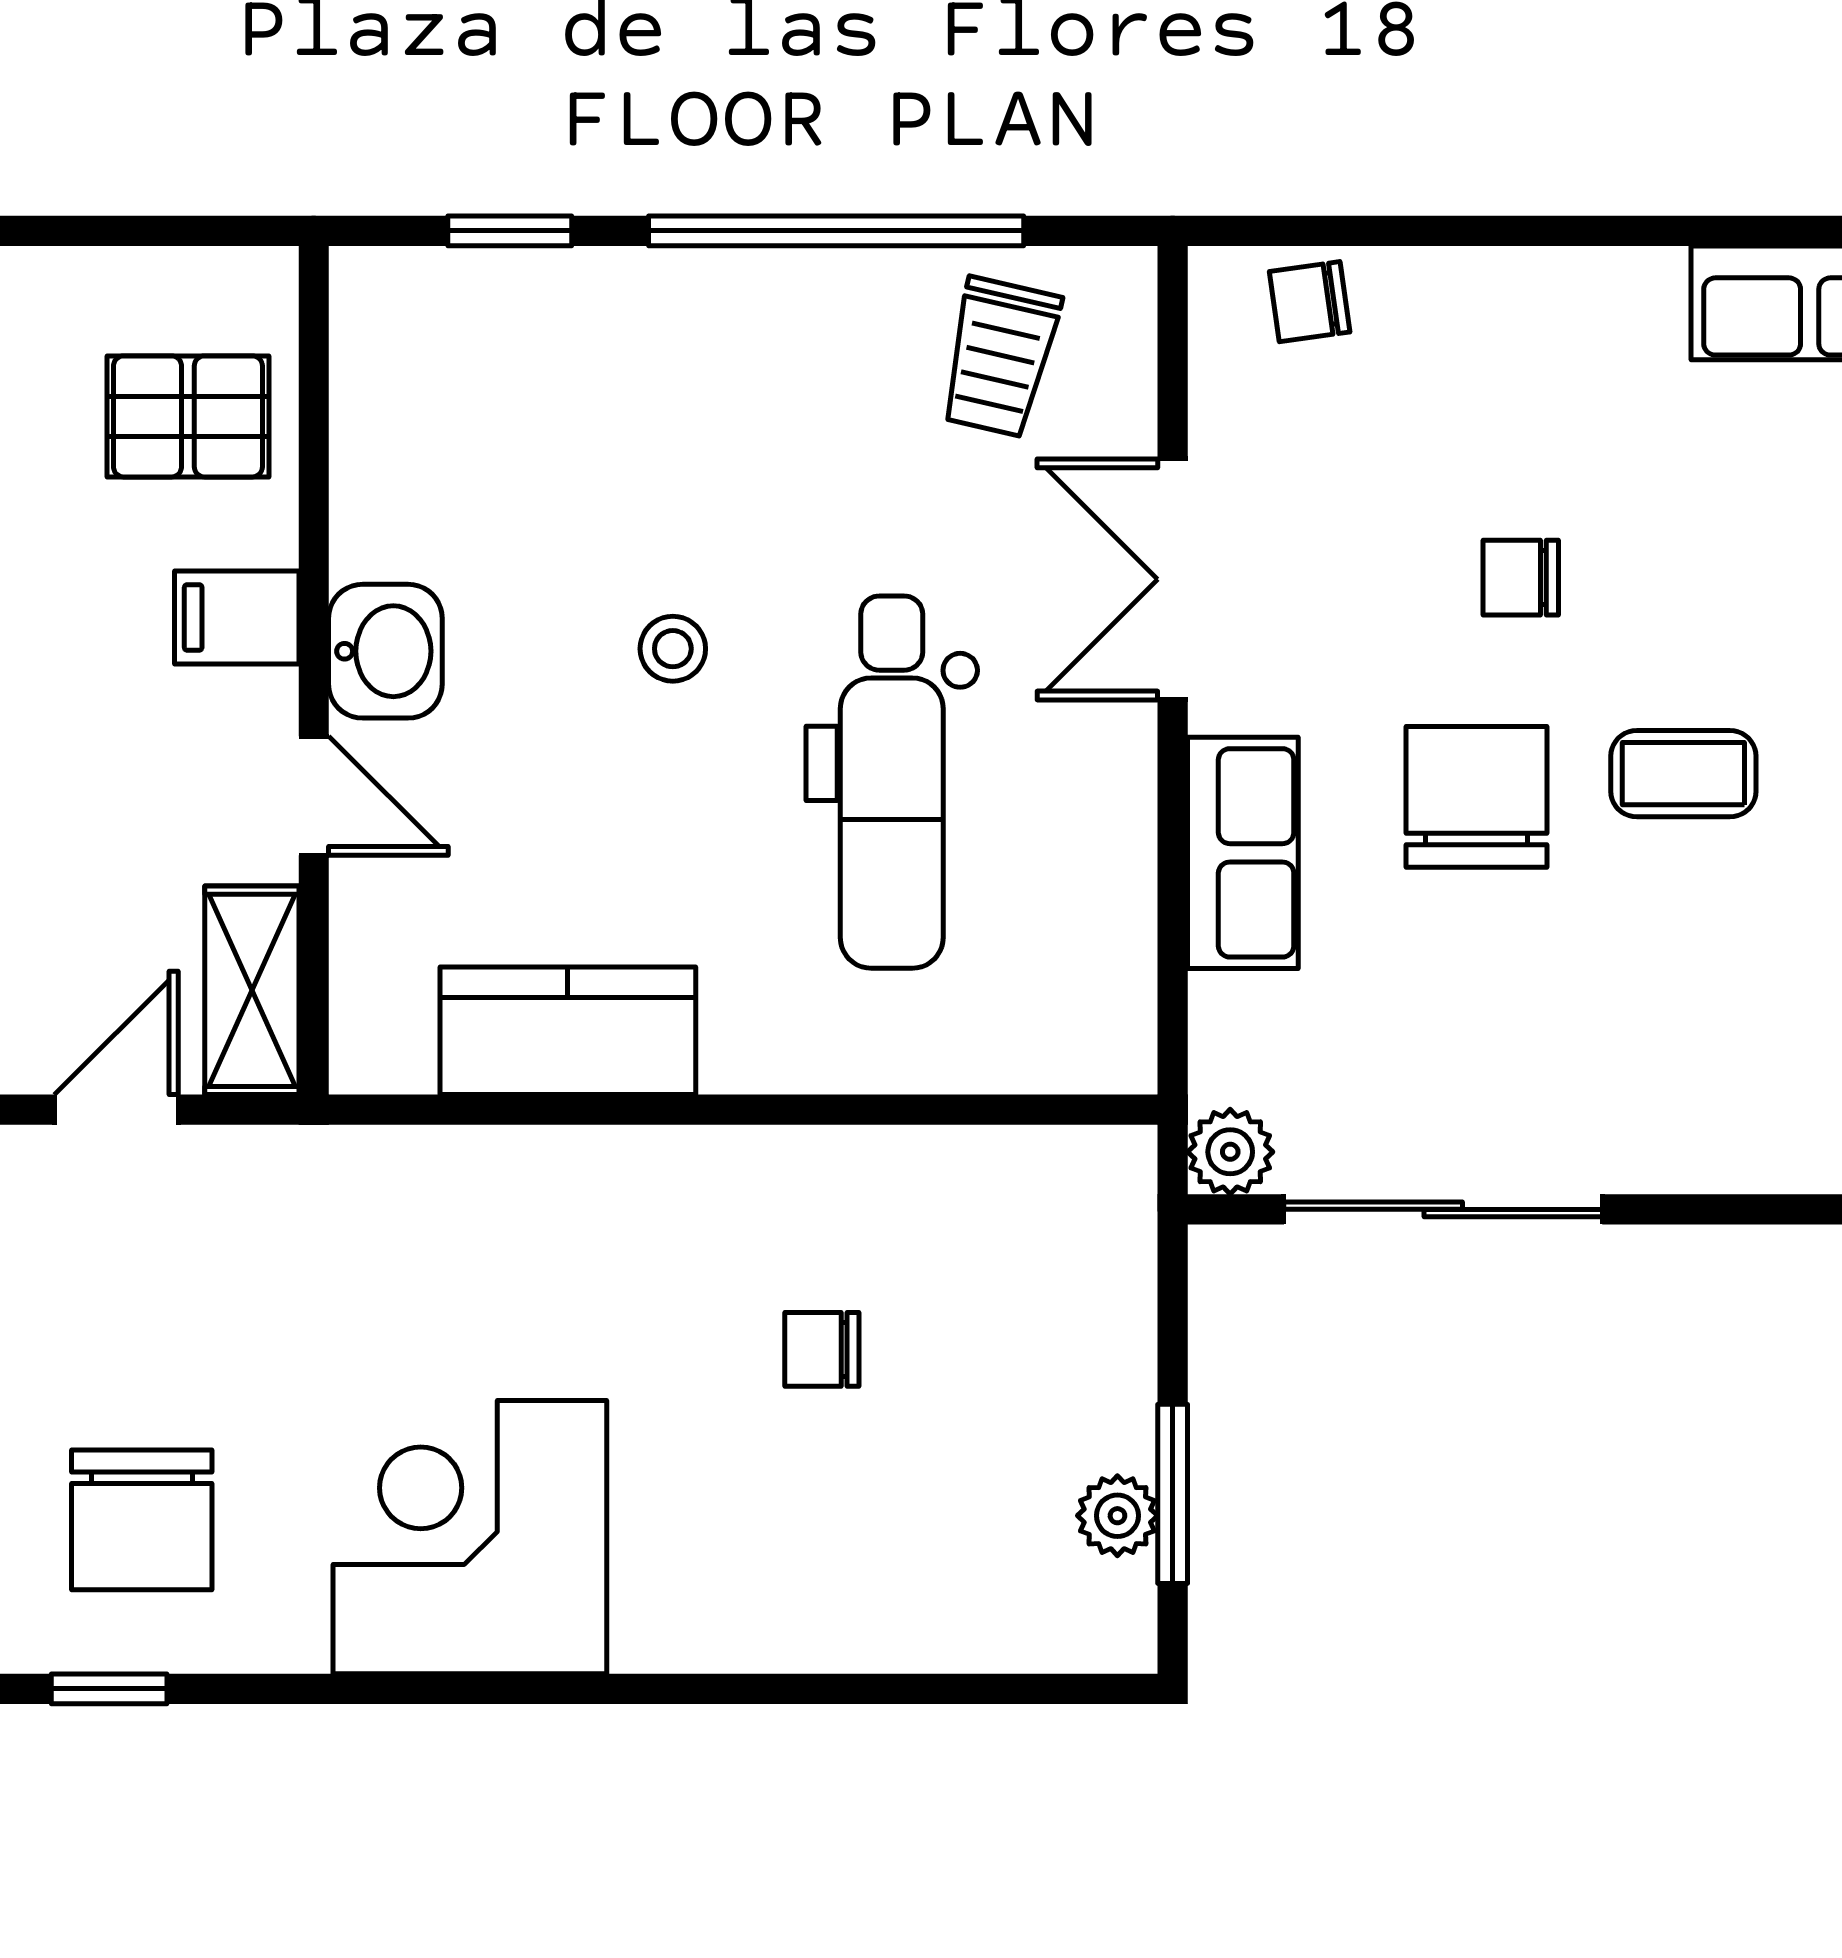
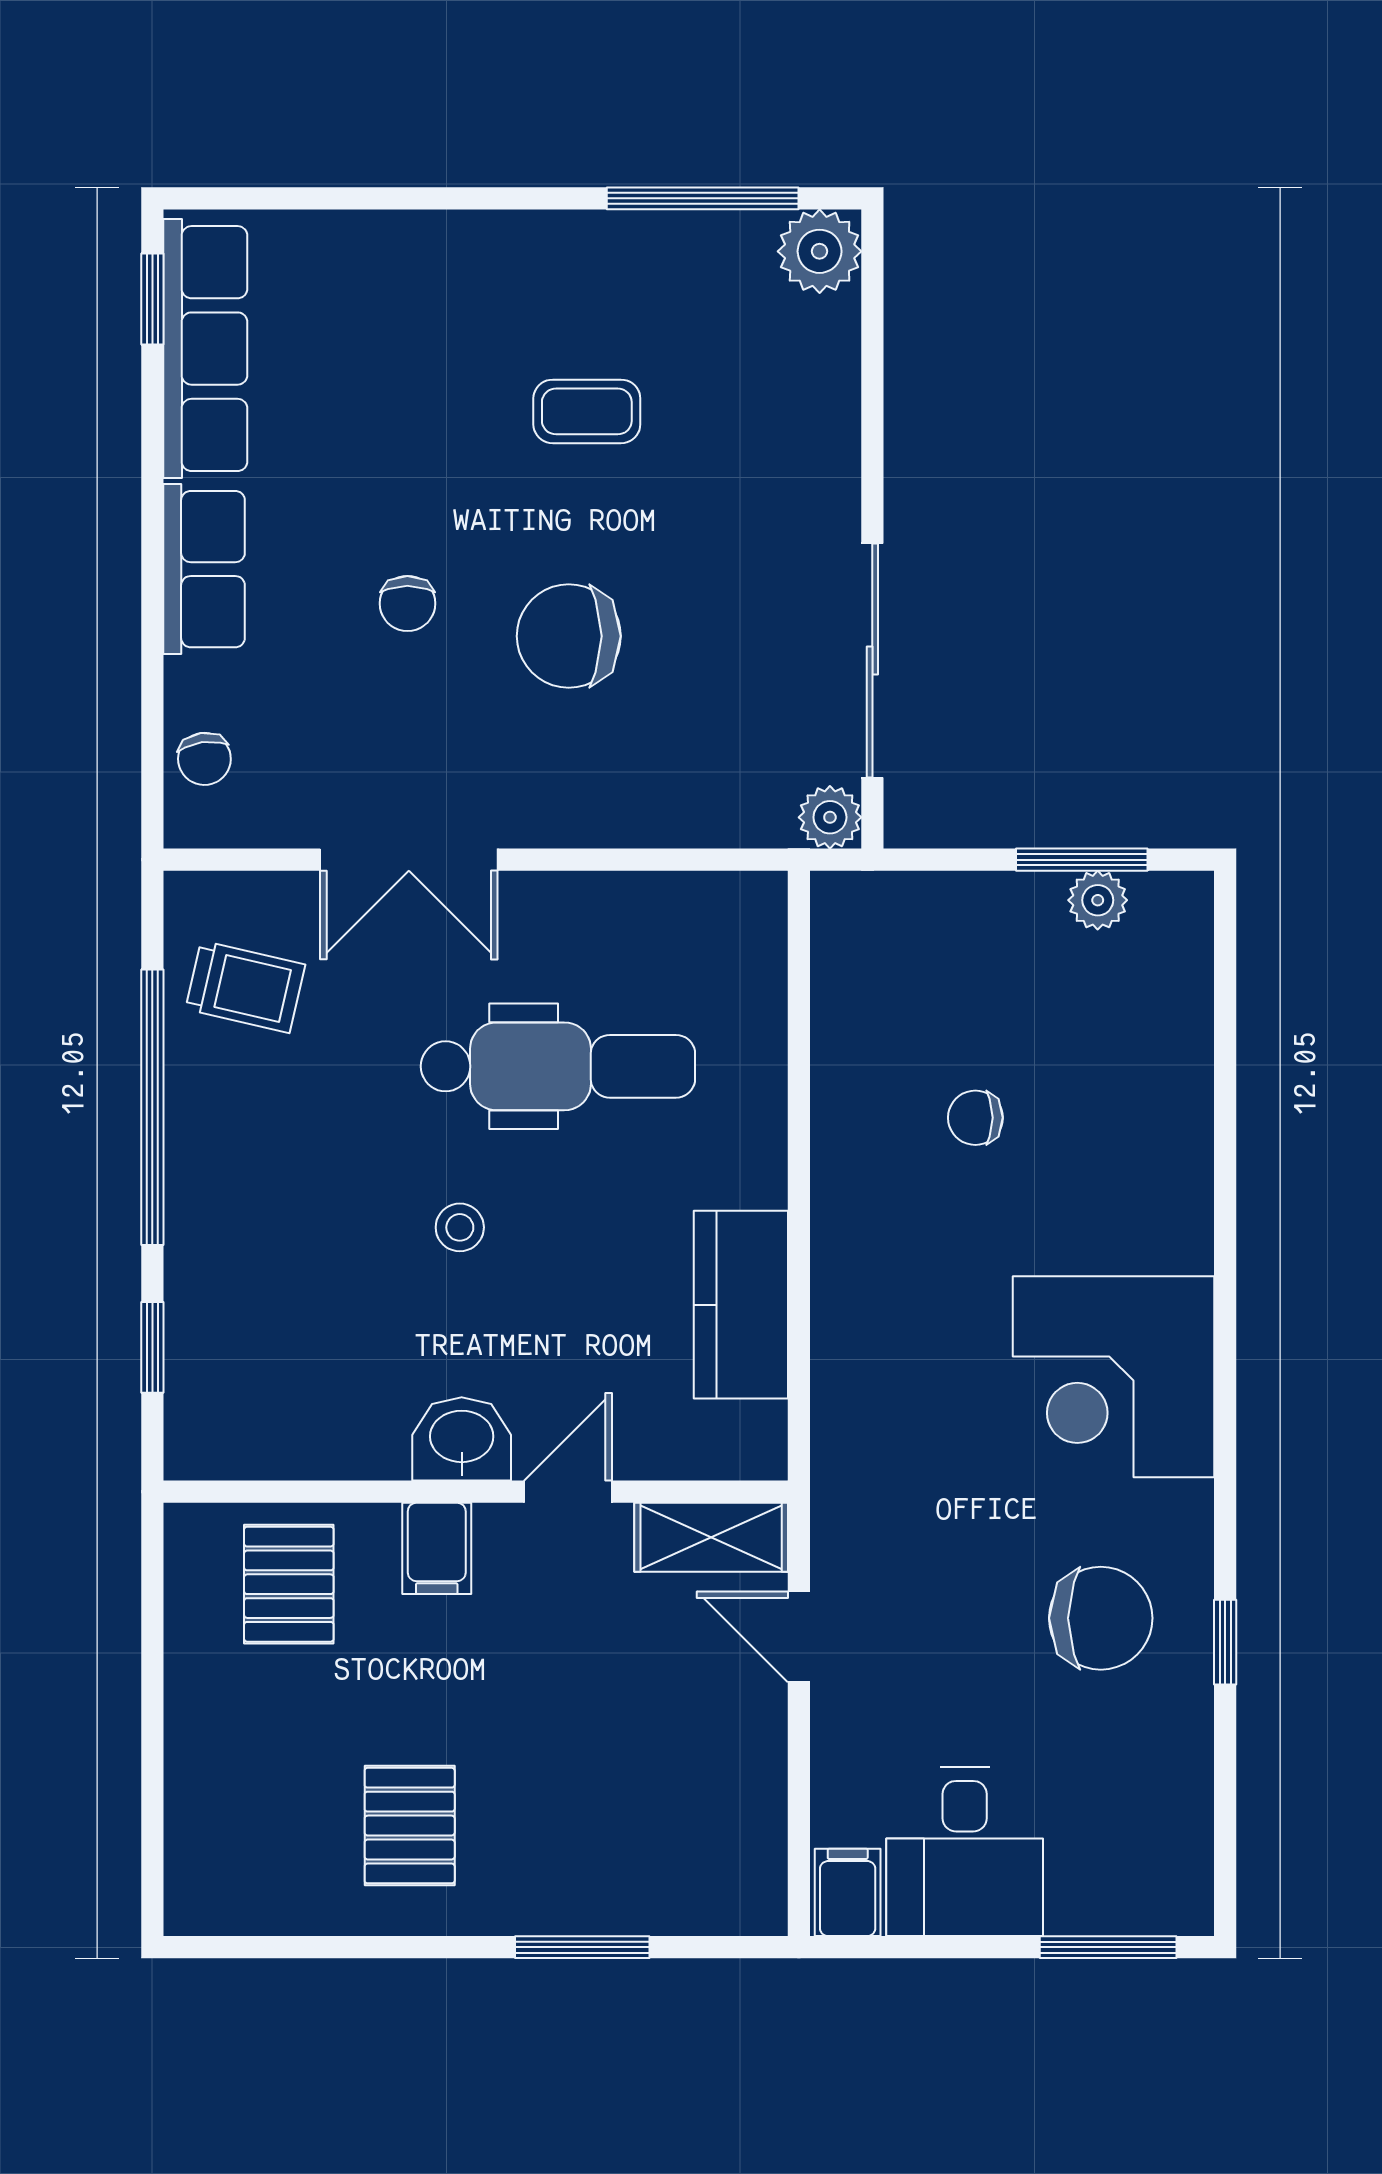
coffee table: (1683, 774) -> (587, 411), moved, turned 90
row of seats: (1243, 853) -> (204, 569), moved, turned 90
chair: (822, 1349) -> (975, 1118), turned 90

